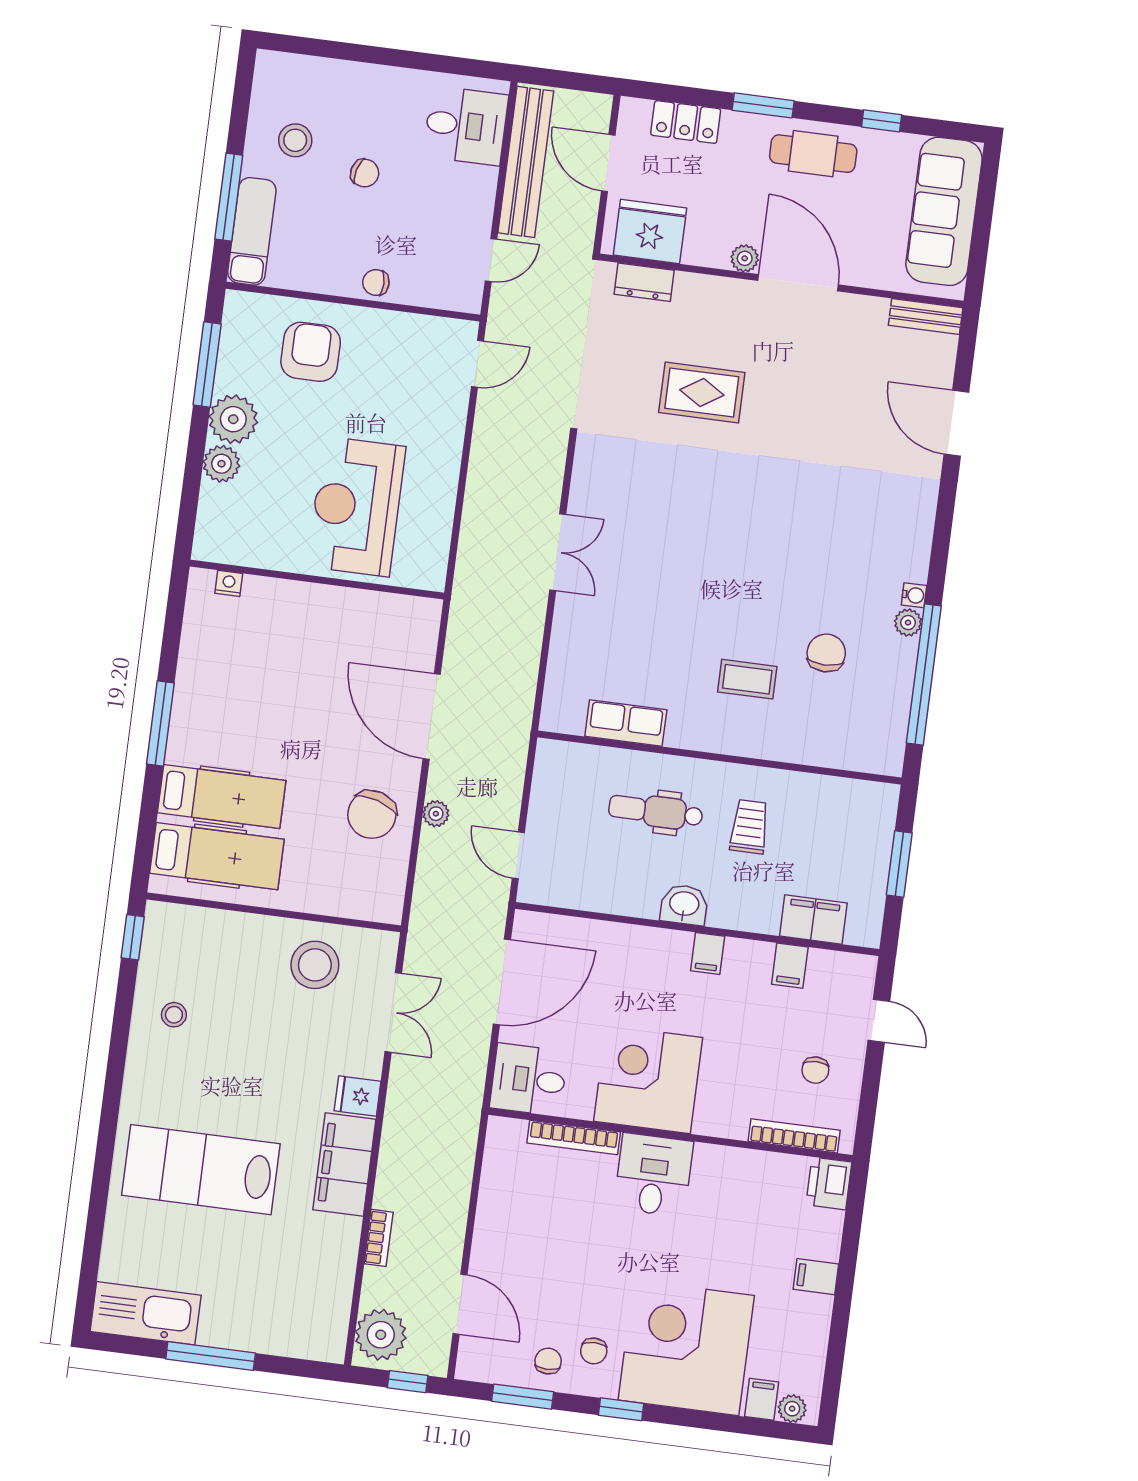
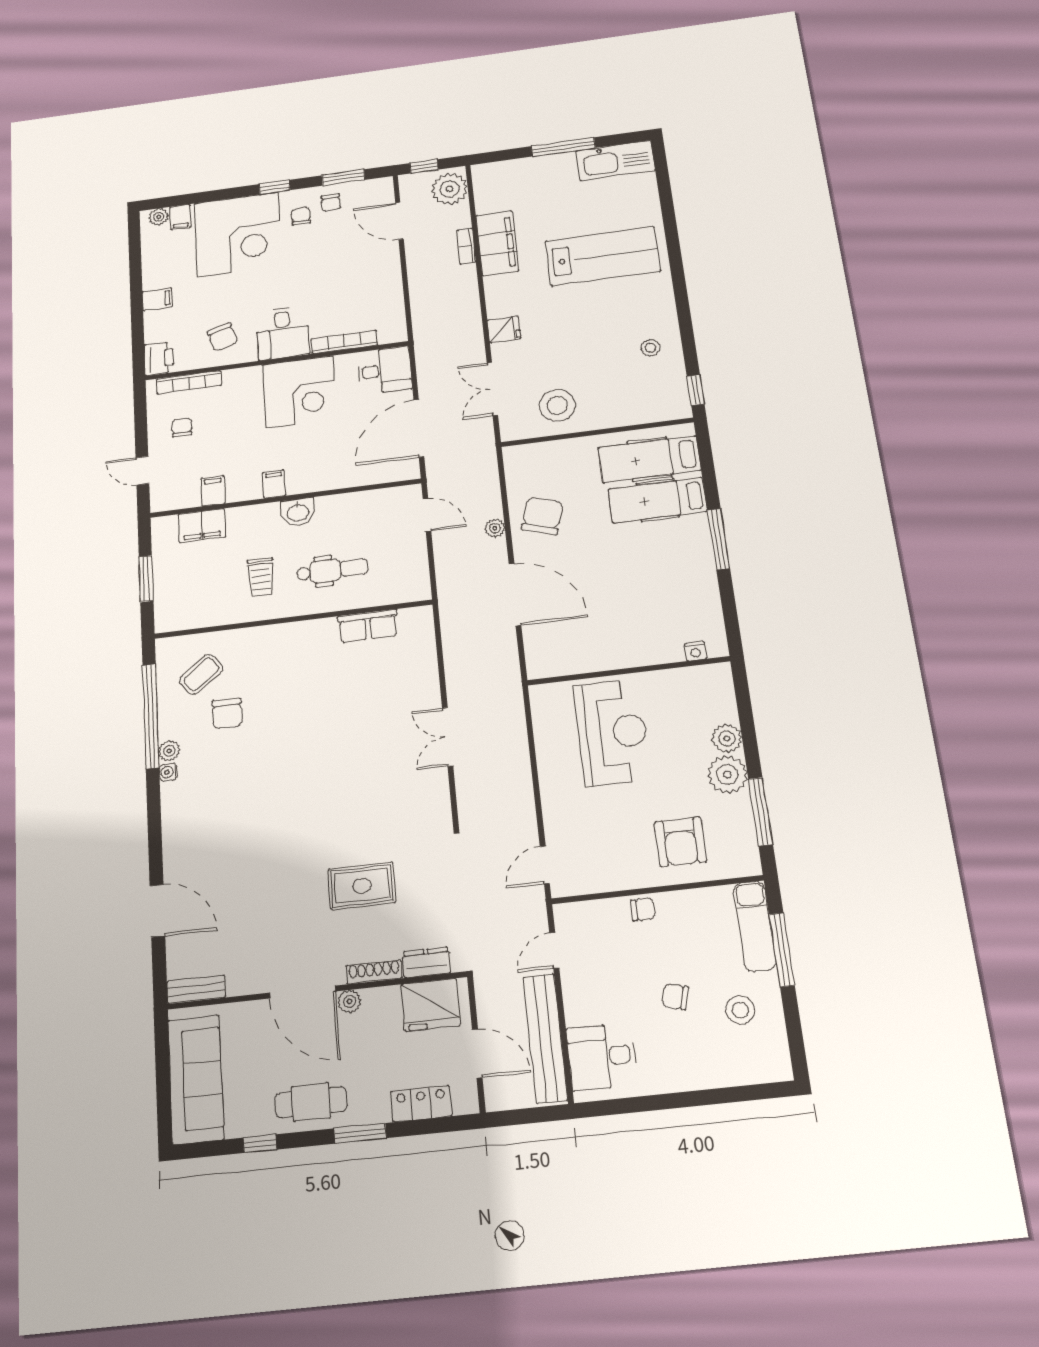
shoe rack: (709, 286) -> (374, 972), added
coffee table: (747, 679) -> (201, 674), moved, turned -37
filing cabinet: (344, 1164) -> (497, 243), moved
chair: (736, 1192) -> (223, 337), added

